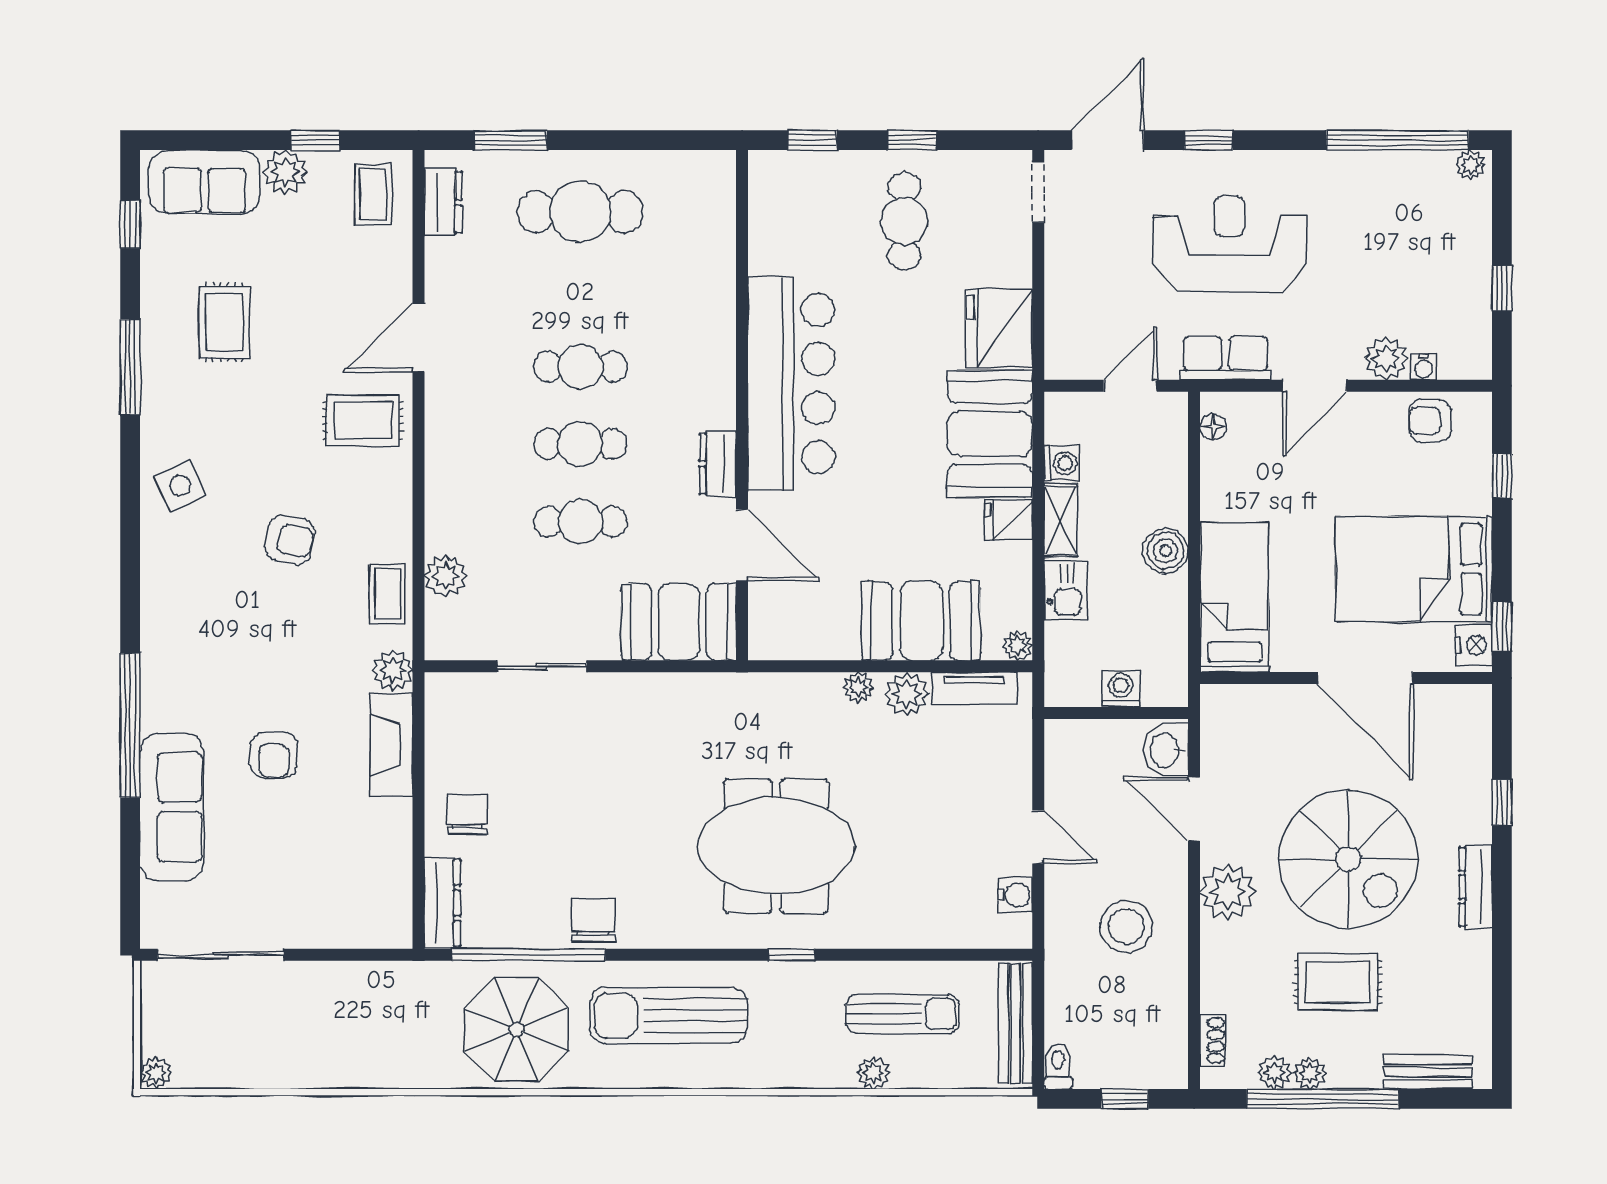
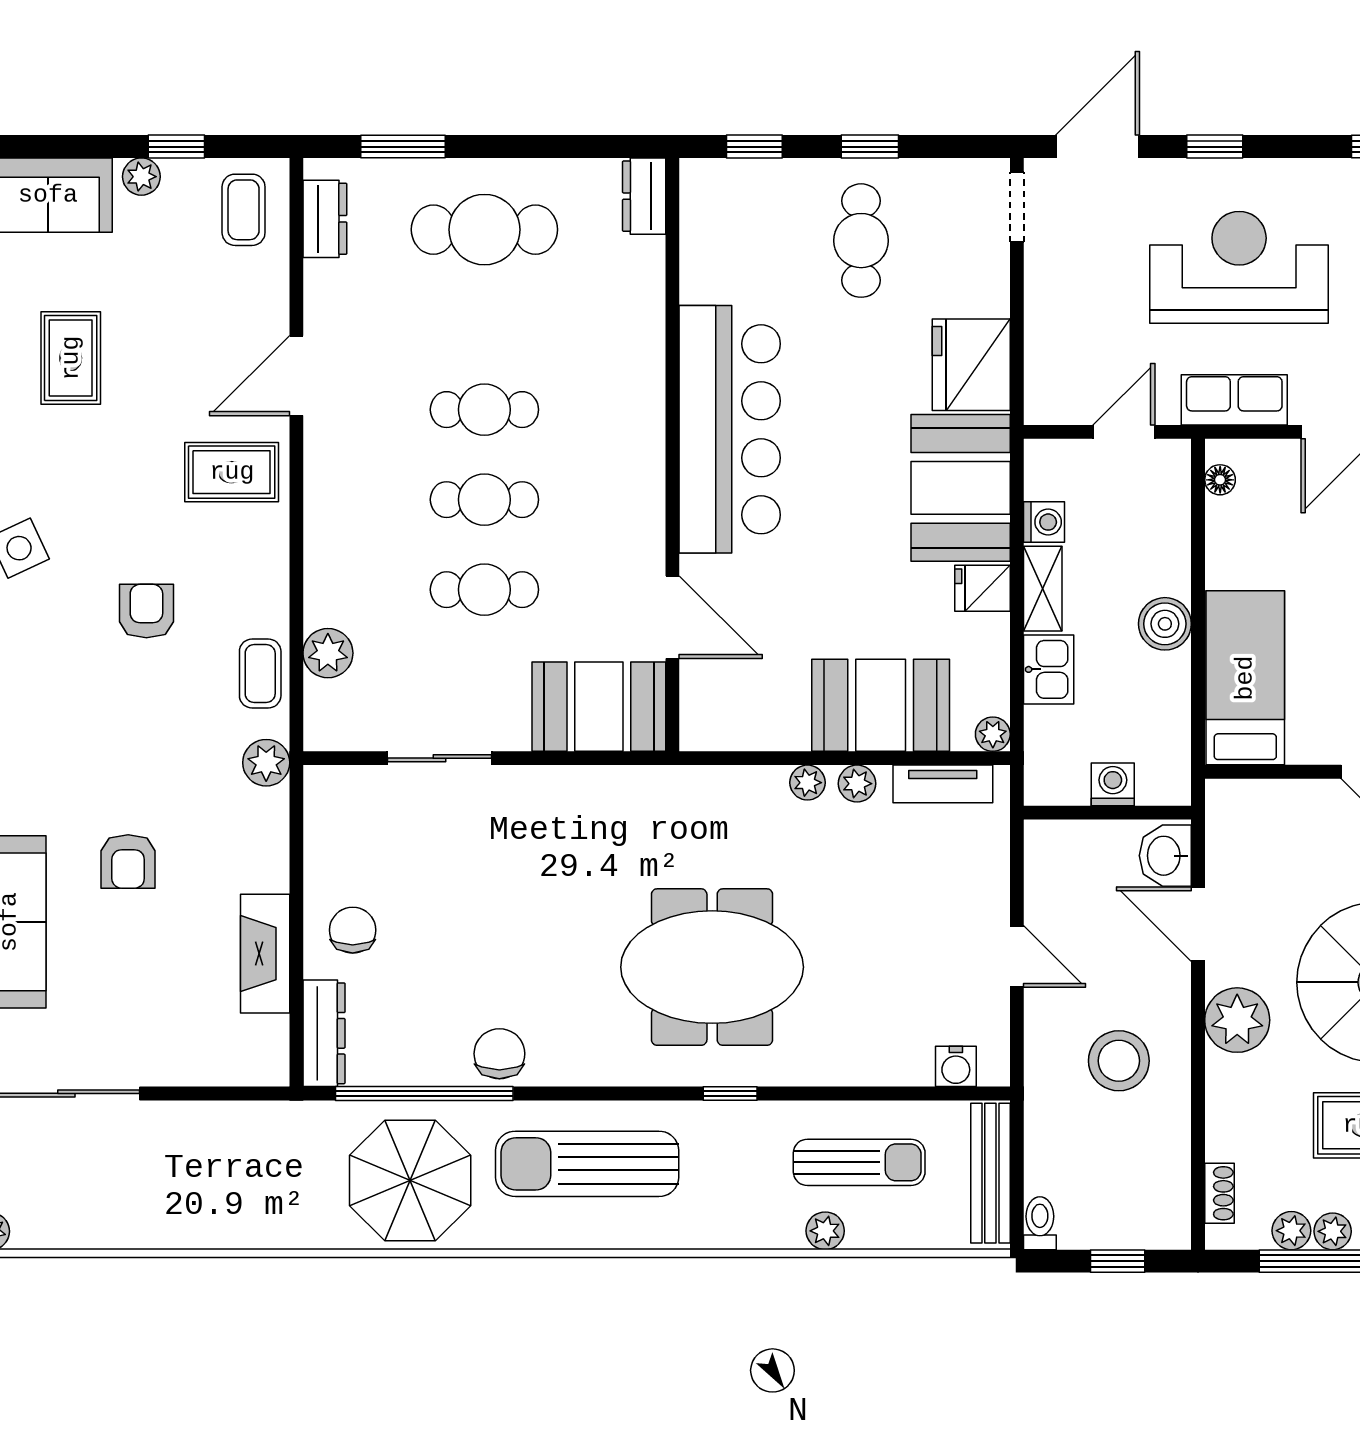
plant: (285, 172) -> (141, 177), width x0.73, depth x0.73
dresser: (718, 464) -> (644, 196), moved
armchair: (290, 540) -> (146, 611), turned -101
plant: (907, 694) -> (857, 784), width x0.73, depth x0.73
fireplace: (392, 745) -> (265, 954), moved
water cooler: (1015, 895) -> (956, 1066), moved, turned 90

